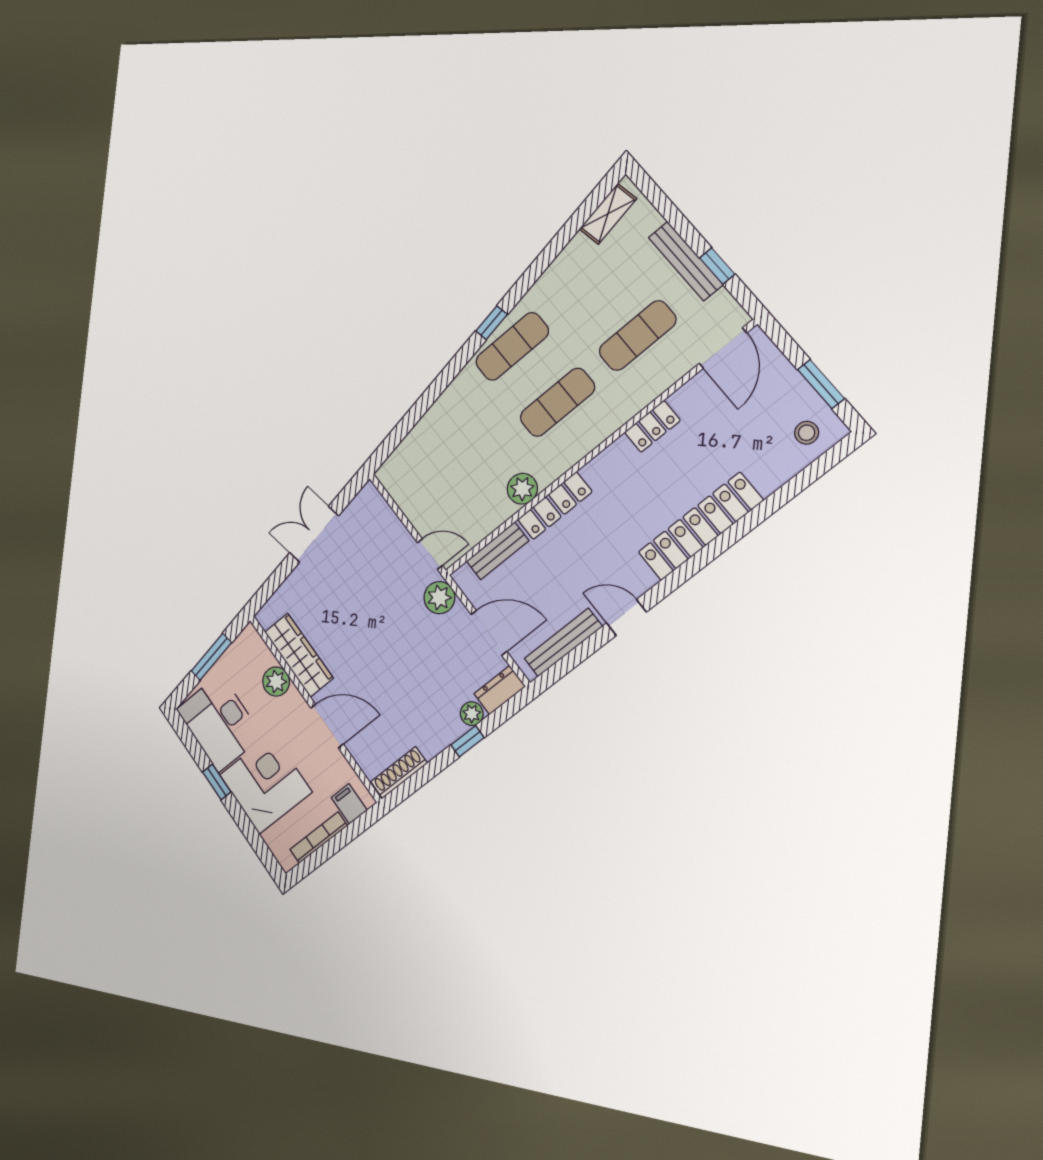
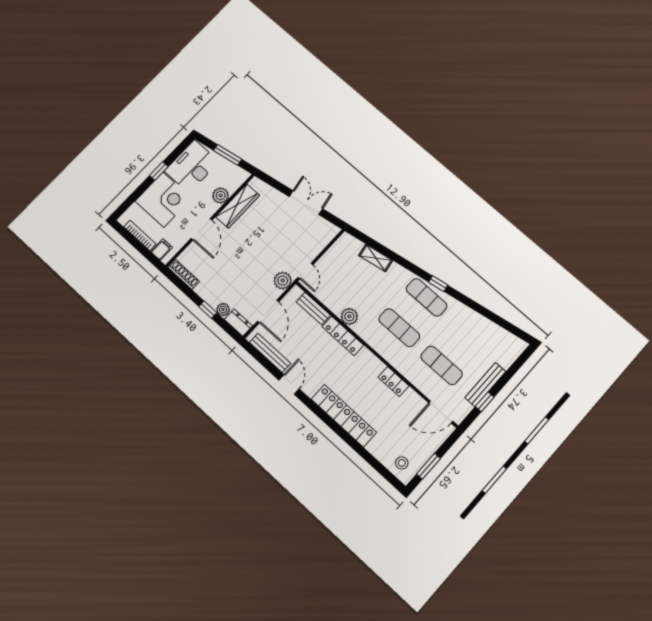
shelving: (608, 214) -> (376, 258), moved

